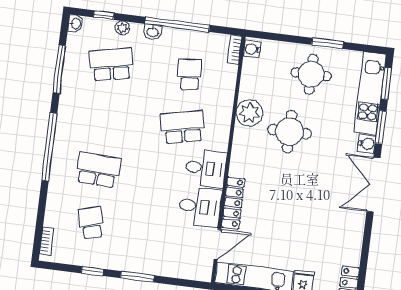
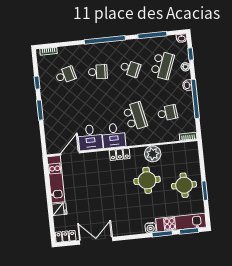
water cooler: (252, 49) -> (191, 147), removed
school desk: (111, 64) -> (162, 65), turned 33
school desk: (105, 117) -> (130, 68), added
school desk: (98, 170) -> (98, 72), width x0.54
double door: (374, 185) -> (96, 241), moved
locker: (233, 203) -> (120, 154), moved, width x0.66
door: (218, 245) -> (70, 153), swing flipped

